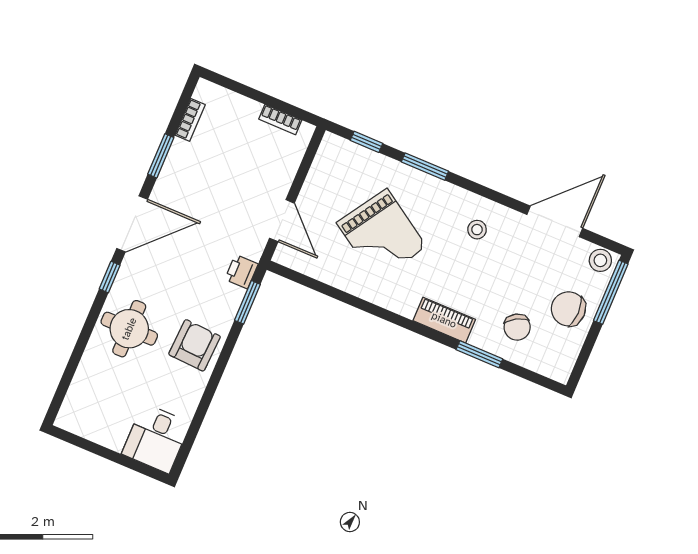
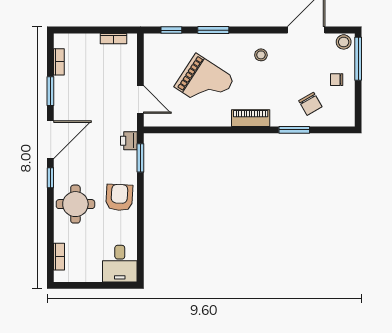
chair: (568, 309) -> (337, 80), width x0.54, depth x0.54
piano: (444, 320) -> (251, 118), moved
bookcase: (75, 392) -> (59, 257), added

